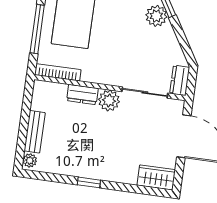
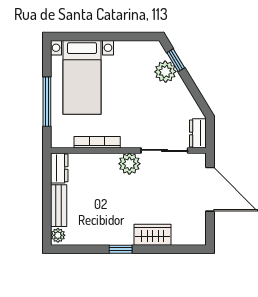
bookcase: (58, 72) -> (97, 142), moved
dresser: (82, 95) -> (59, 168), moved, turned -90
wardrobe: (156, 177) -> (153, 235), moved

